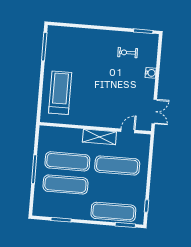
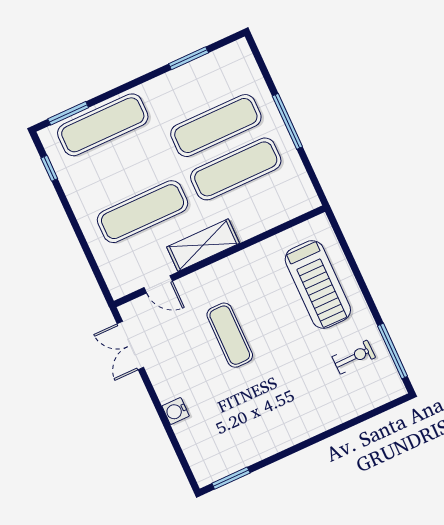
exercise bike: (128, 53) -> (354, 357), moved
exercise mat: (110, 92) -> (230, 335), added
door: (128, 131) -> (158, 284), hinge flipped

